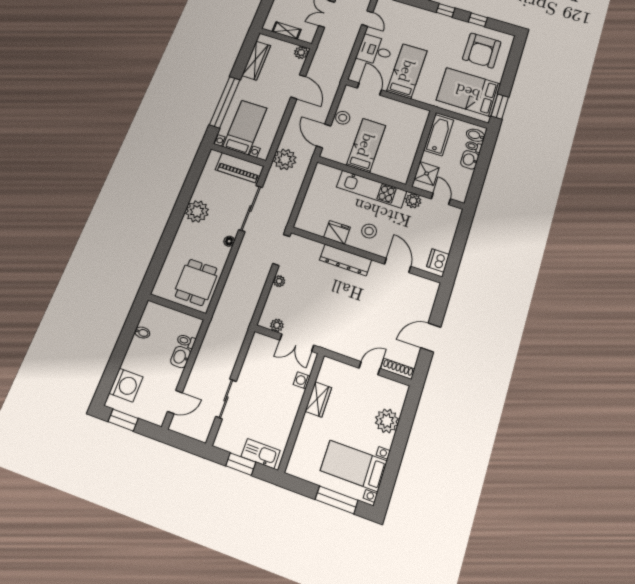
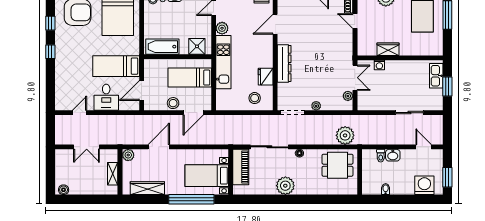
bathtub: (439, 135) -> (162, 47), moved
wall: (421, 148) -> (178, 57), moved
plant: (285, 159) -> (345, 135), moved
shower: (427, 174) -> (197, 46), moved
stool: (369, 231) -> (255, 98), moved

